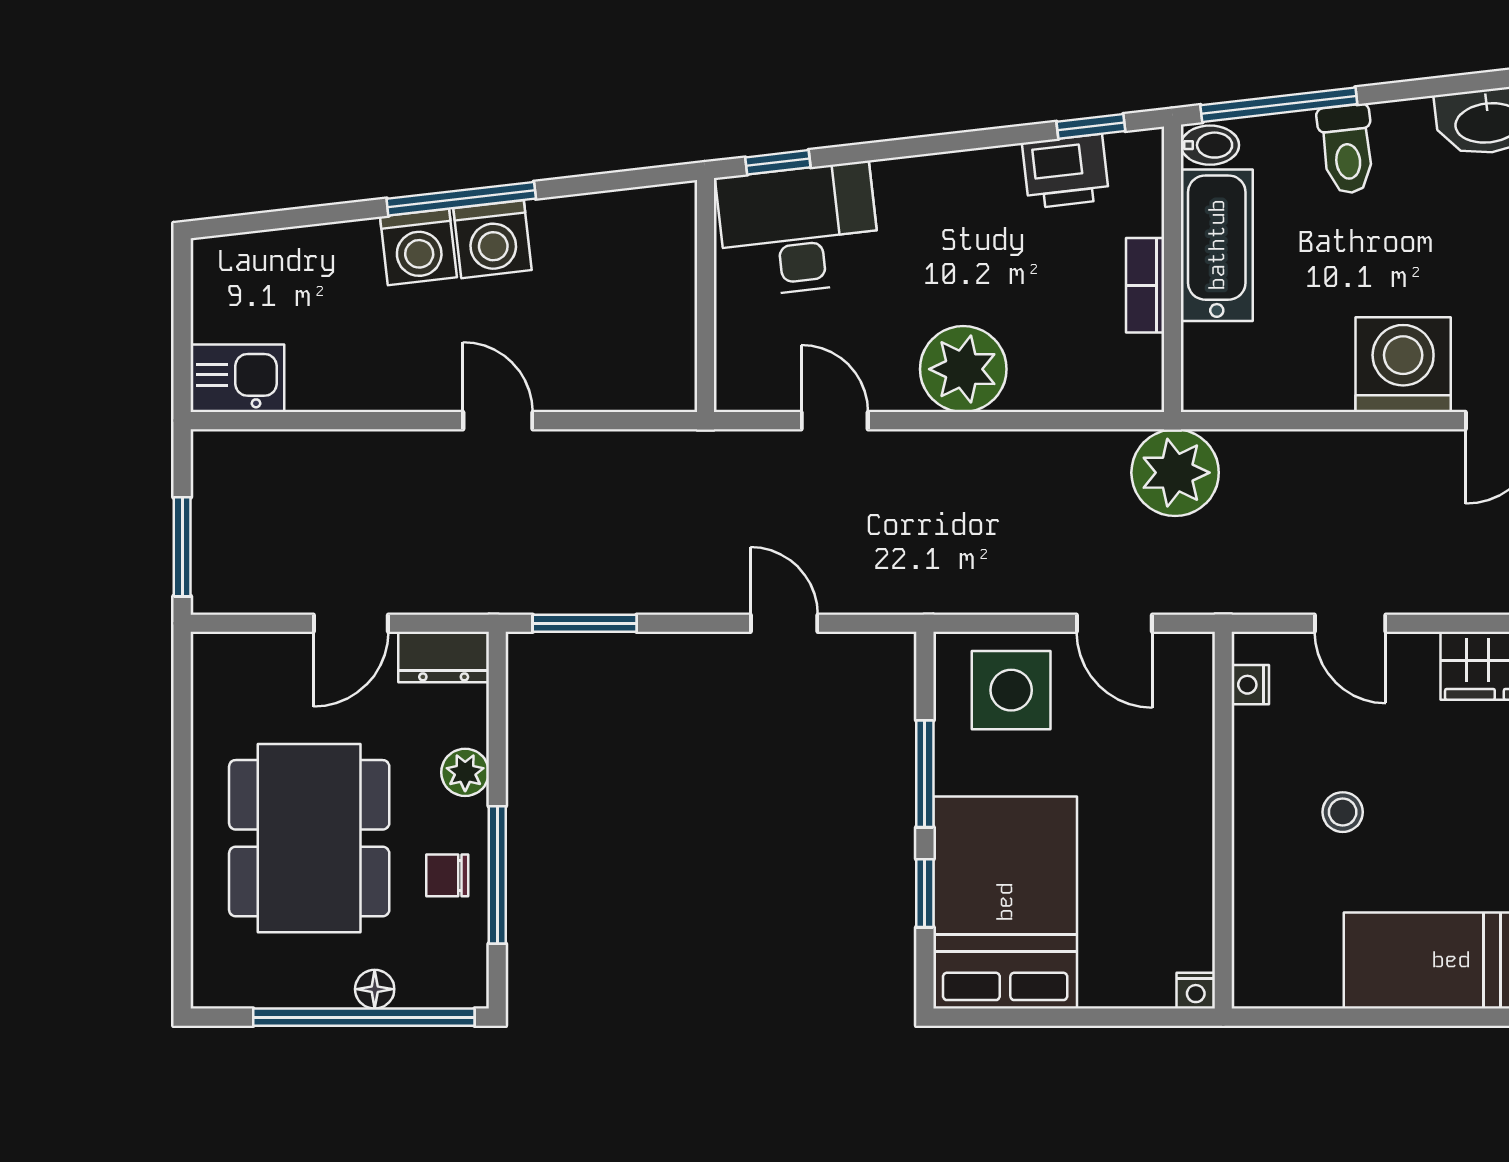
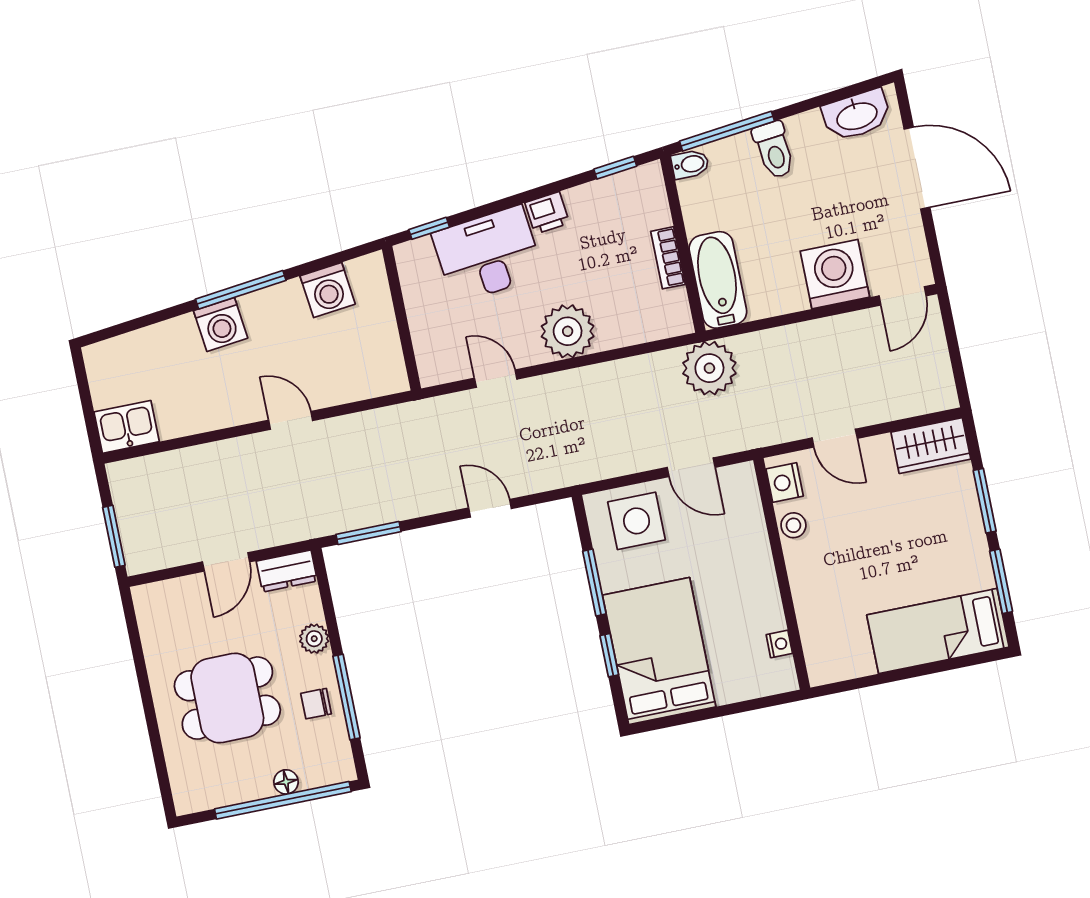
printer: (1066, 171) -> (547, 213), moved, width x0.73, depth x0.81
desk: (799, 230) -> (488, 254), moved
washing machine: (492, 239) -> (328, 290), moved
bathtub: (1217, 245) -> (718, 280), moved
nightstand: (1250, 685) -> (785, 482), width x1.39, depth x1.35
stool: (1343, 812) -> (793, 525), moved
dining table: (309, 838) -> (227, 698), width x0.73
nightstand: (1196, 991) -> (779, 644), moved, turned -90

